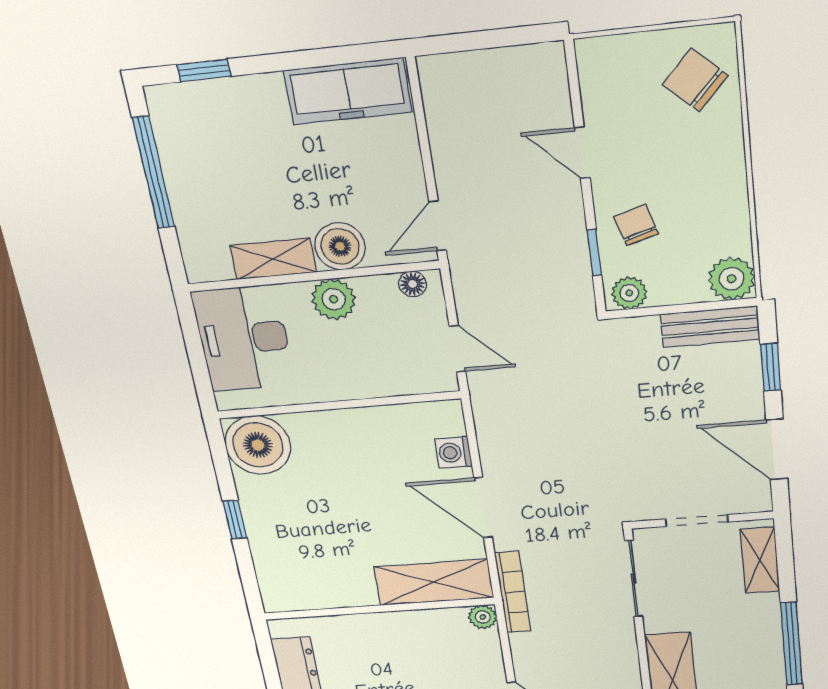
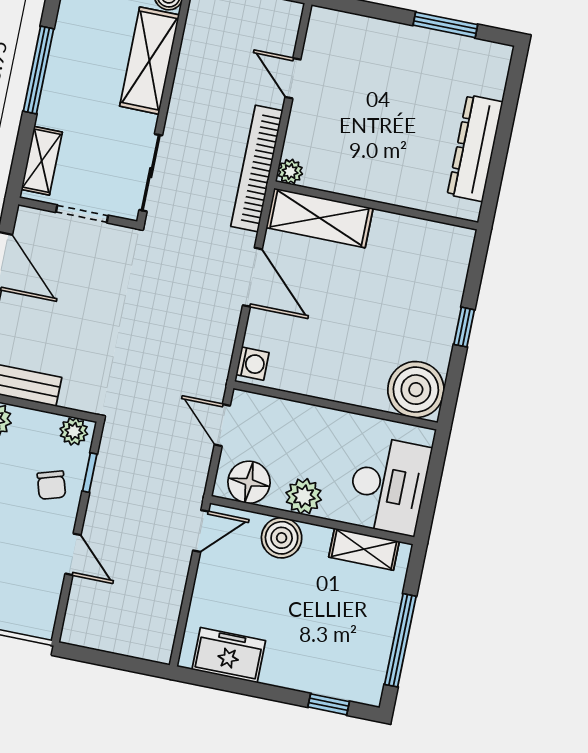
freezer: (348, 91) -> (229, 655), width x0.71
shelving: (273, 259) -> (364, 549), moved
floor lamp: (413, 284) -> (249, 482), width x1.89, depth x1.89
washing machine: (453, 452) -> (253, 364), moved
bookcase: (513, 592) -> (257, 169), width x1.48, depth x1.31

